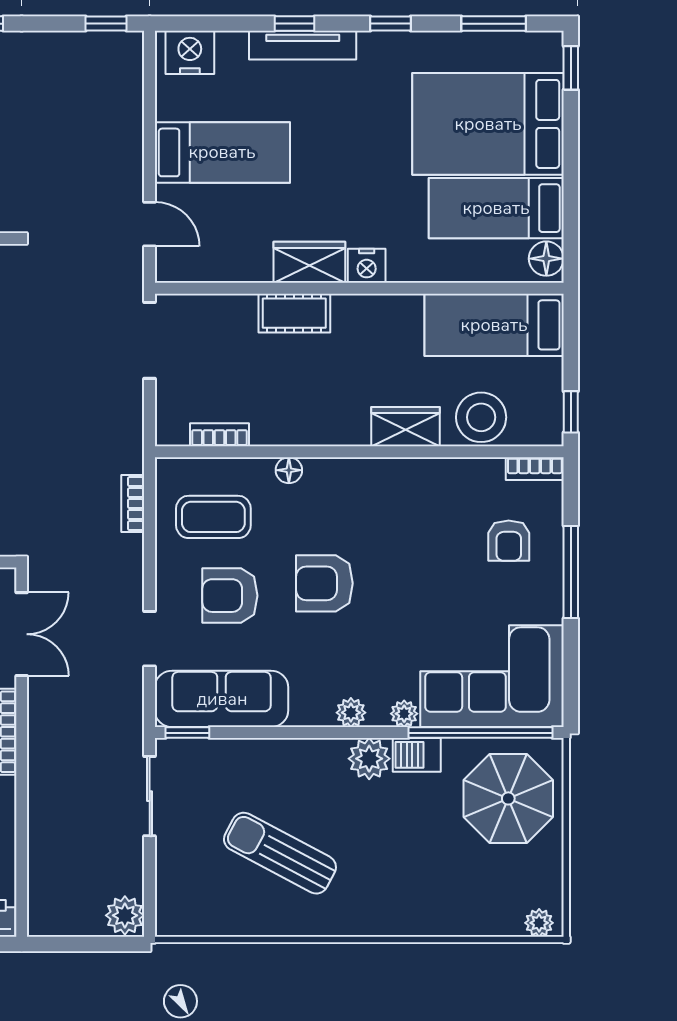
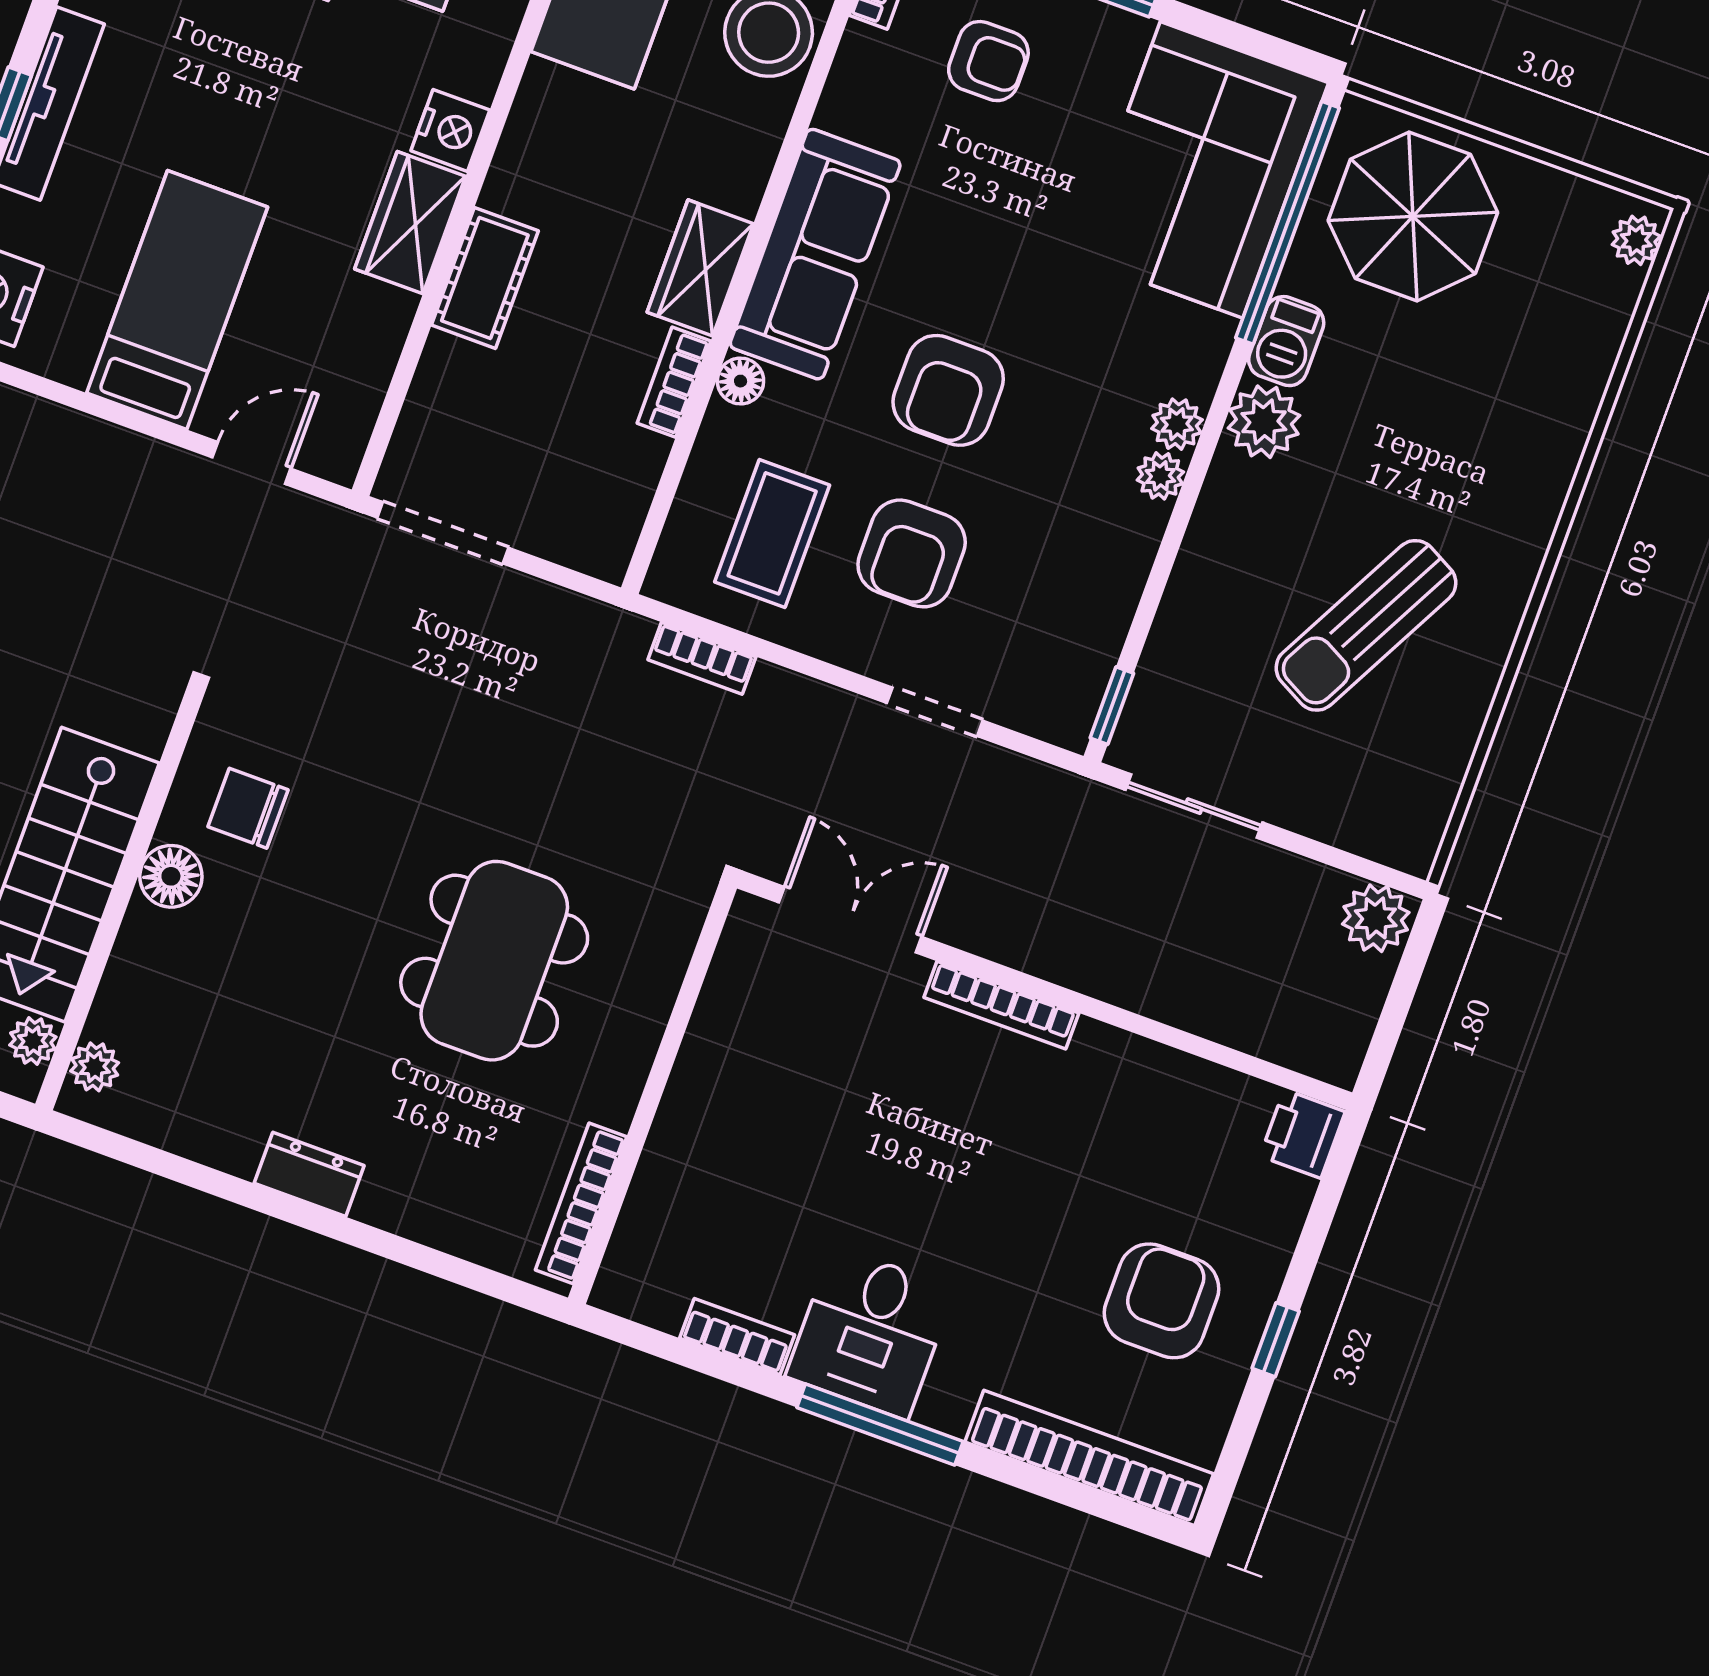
wardrobe: (405, 427) -> (700, 268), moved
bookcase: (220, 435) -> (674, 382), moved
sofa: (222, 699) -> (815, 254), moved, turned 180
plant: (404, 714) -> (1160, 476), moved

